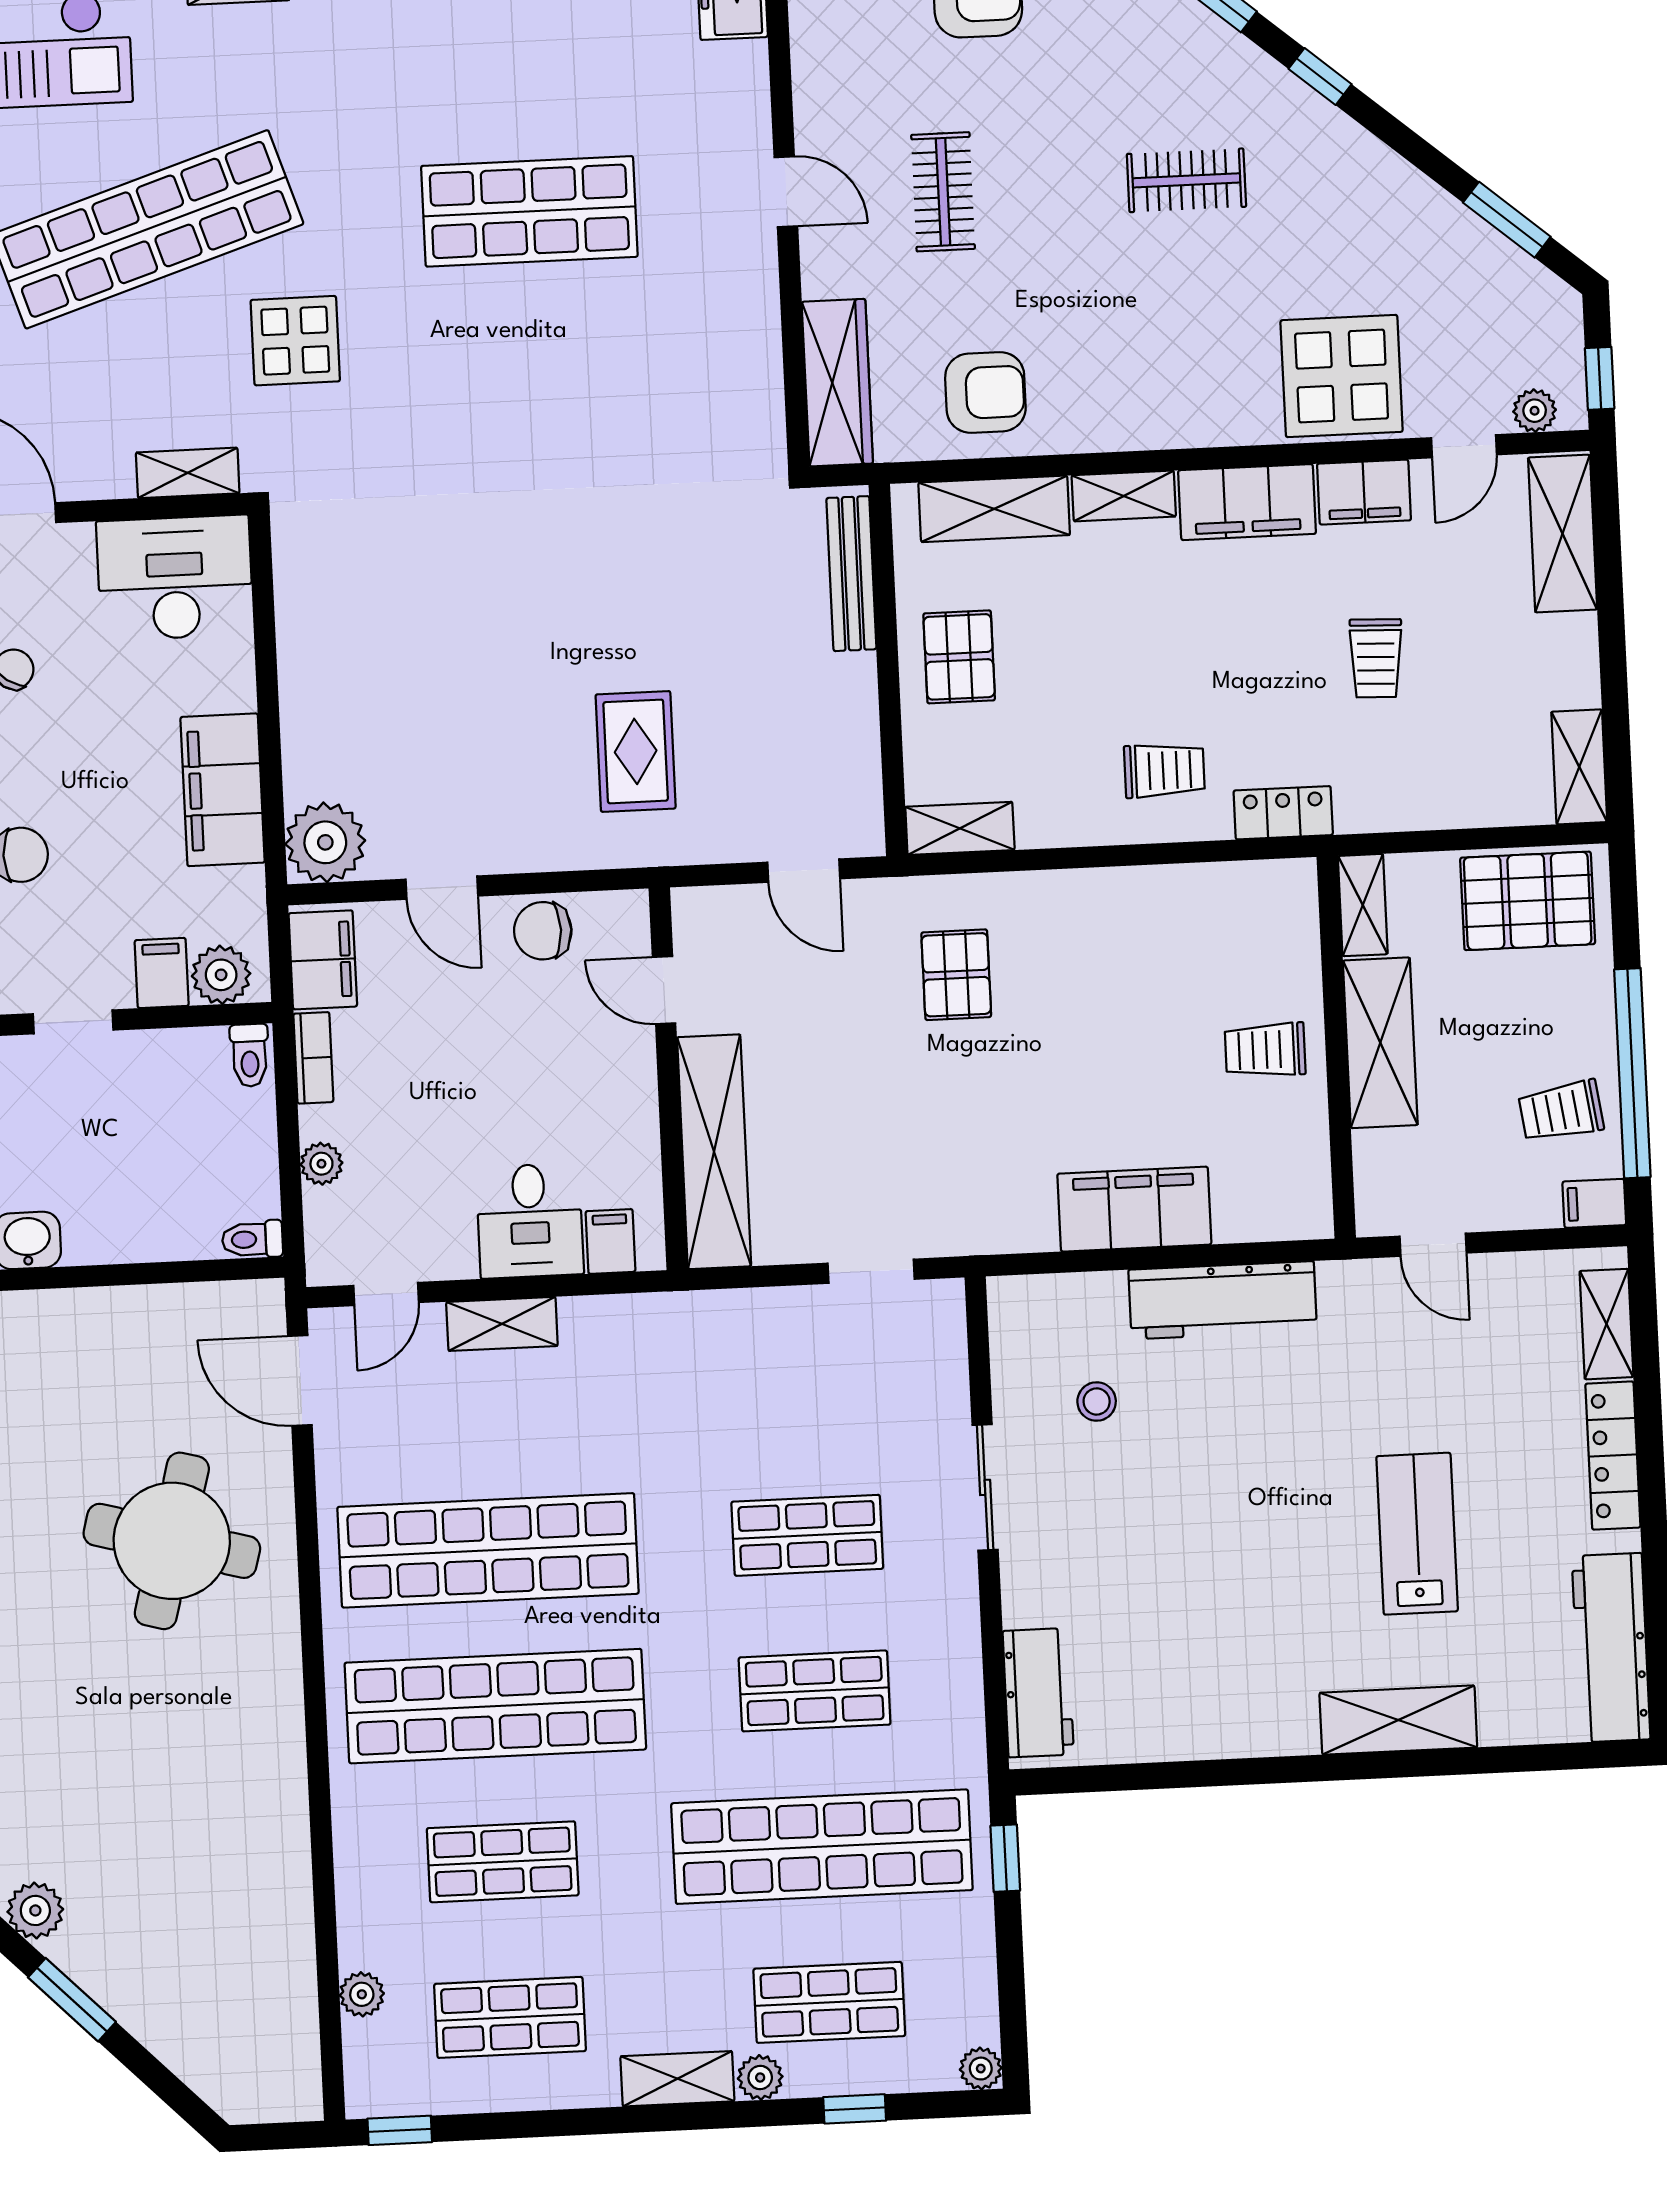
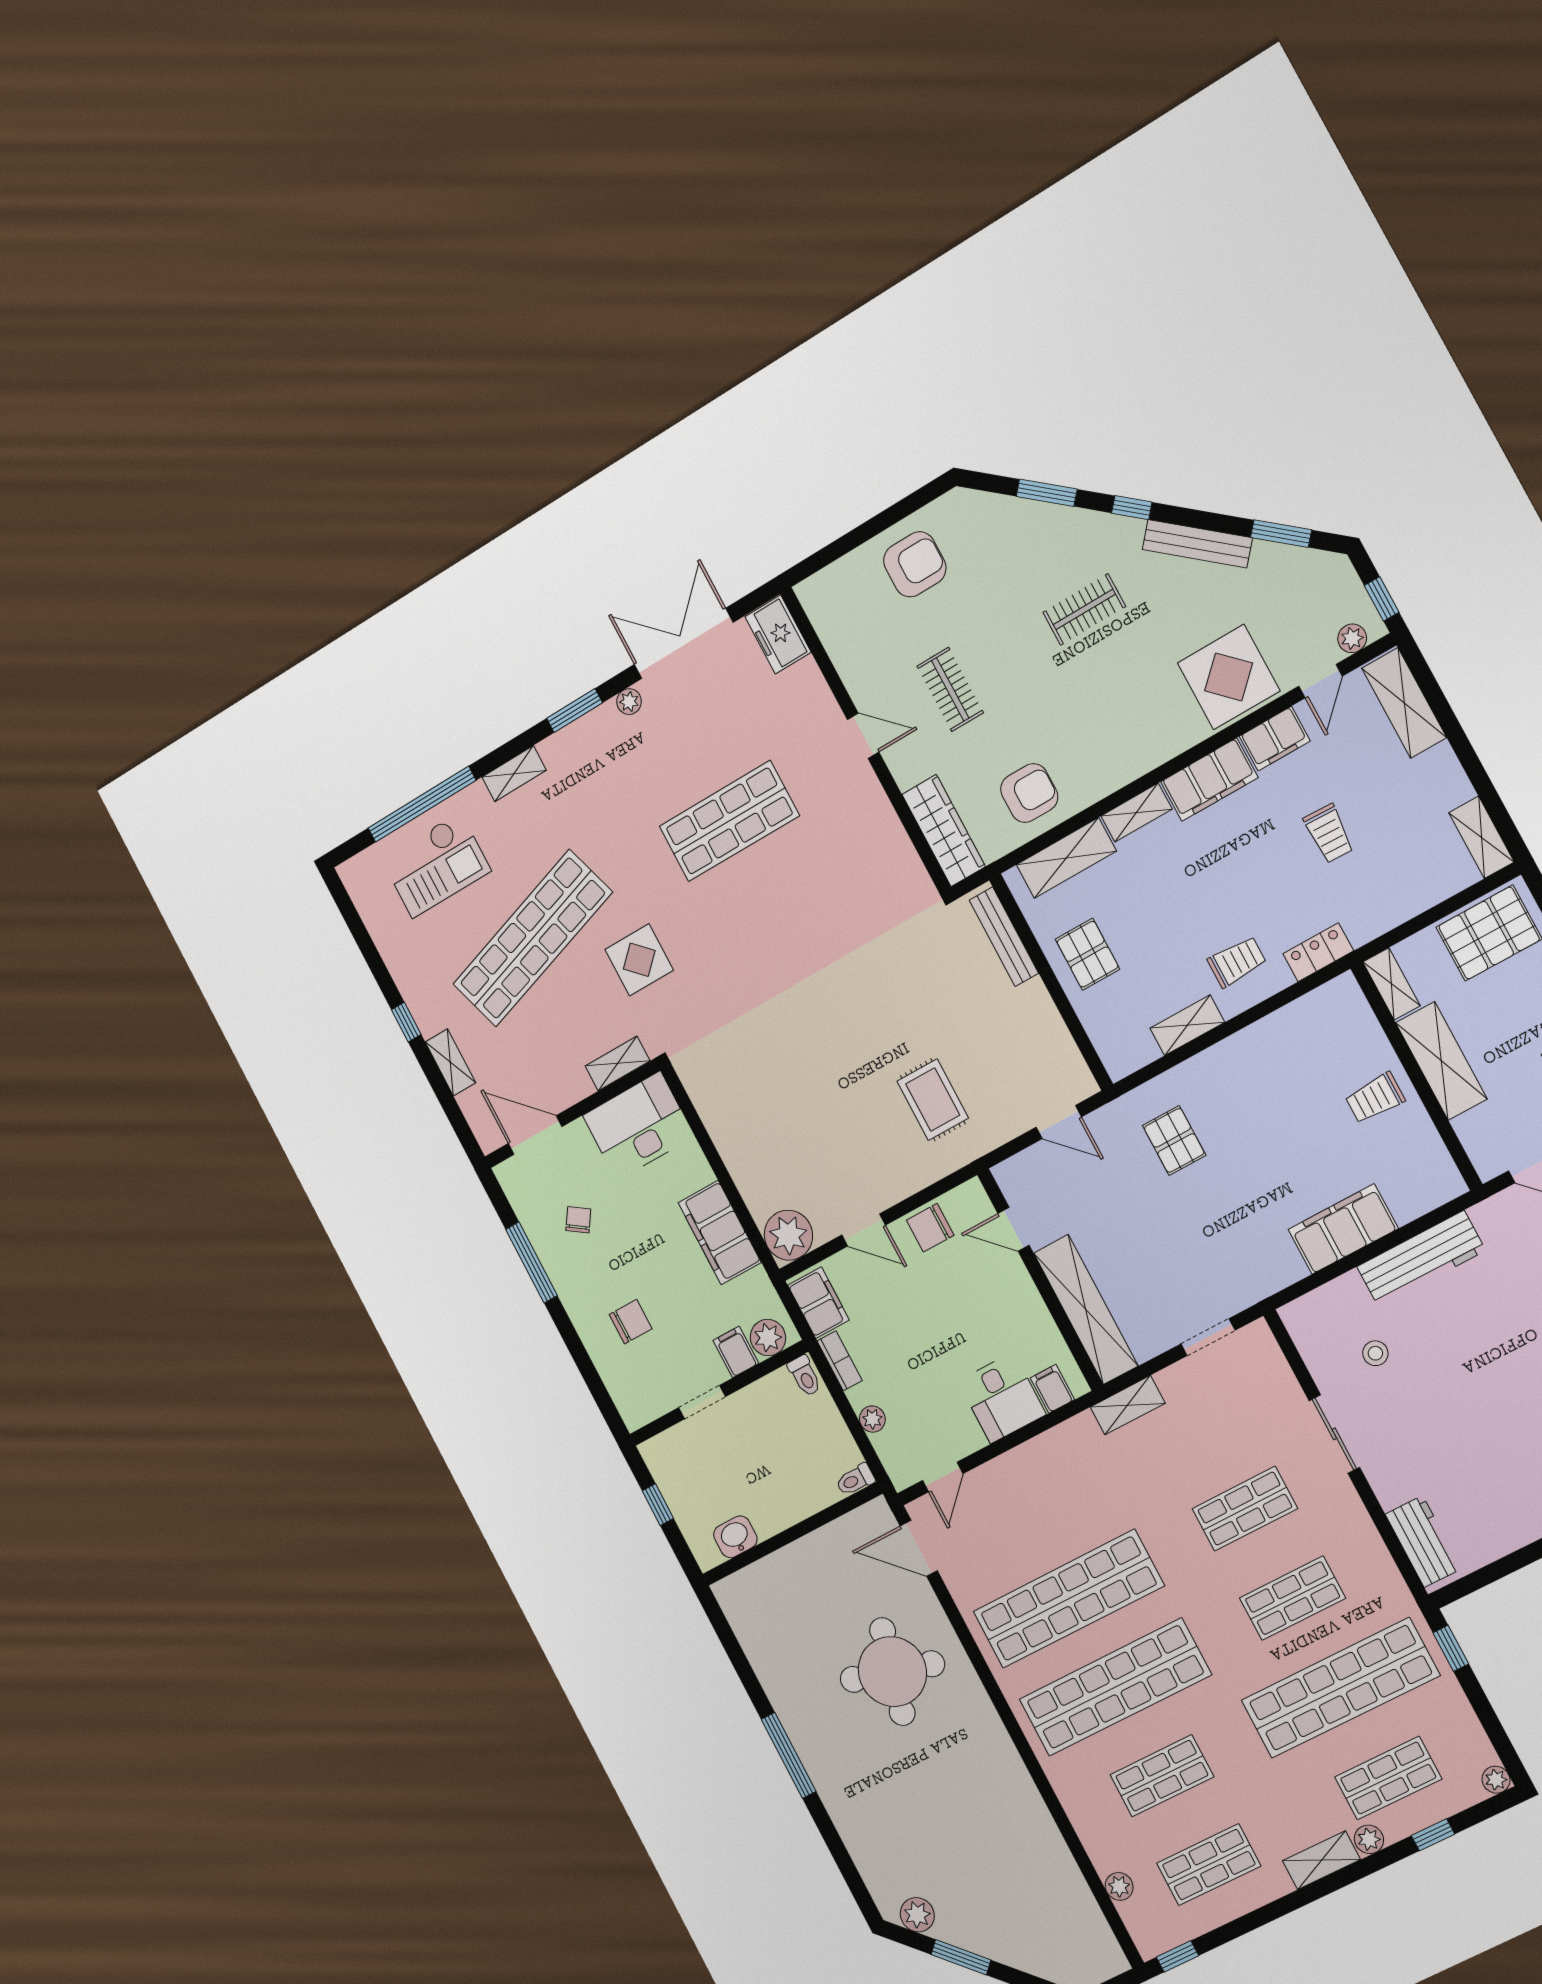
bench: (1386, 173) -> (1197, 544), added
shelving: (960, 828) -> (1187, 1025), moved
shelving: (502, 1324) -> (1128, 1405), moved

